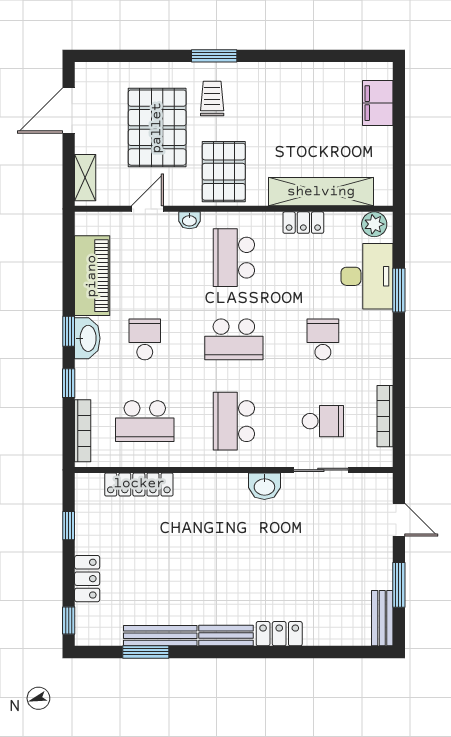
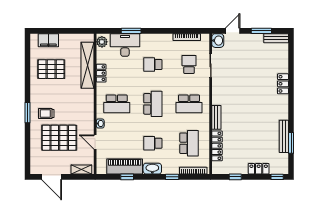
pallet: (224, 172) -> (51, 69), moved
window: (69, 331) -> (127, 177), moved
washbasin: (264, 486) -> (218, 41), moved
bench: (226, 636) -> (216, 117), moved

